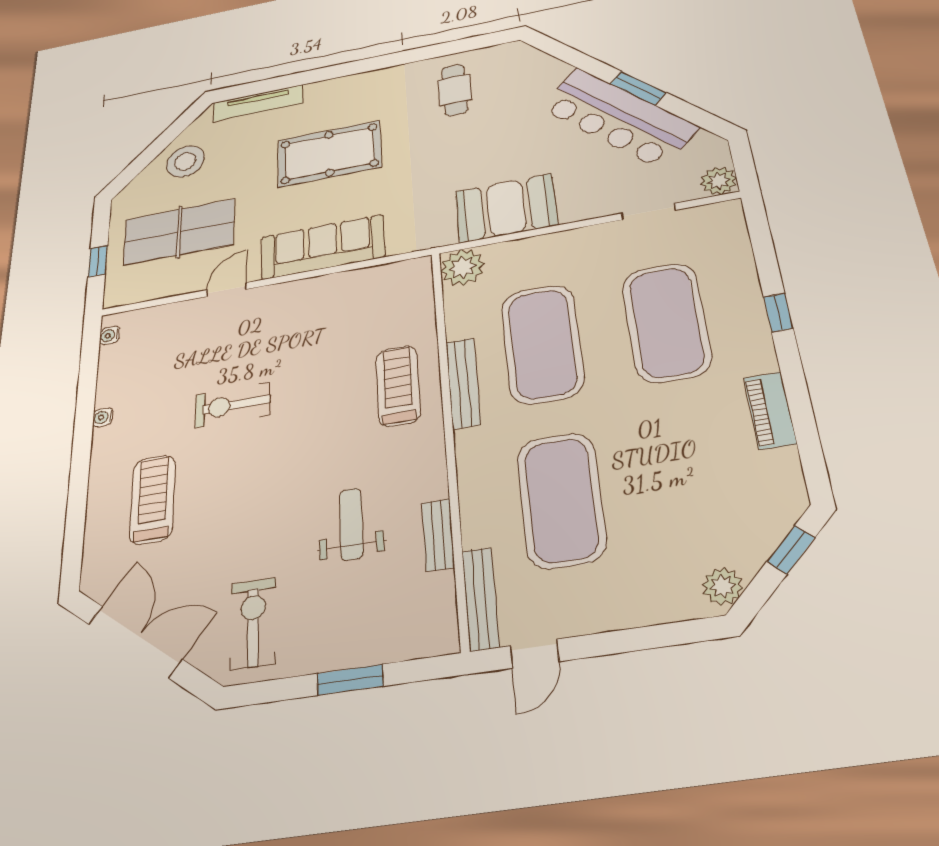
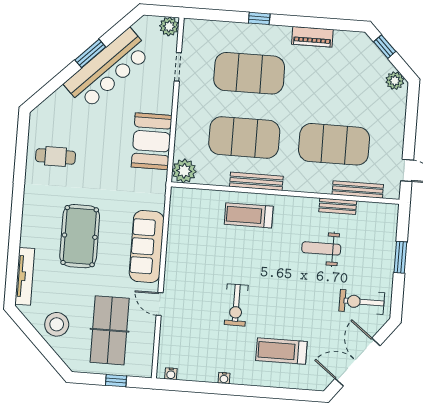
bench: (481, 599) -> (358, 189), moved

